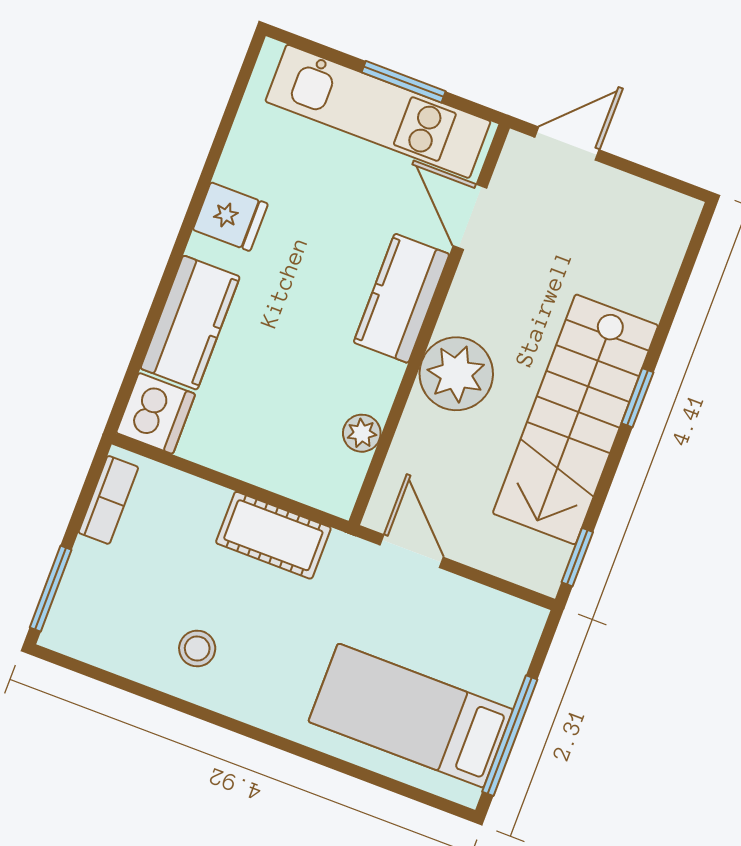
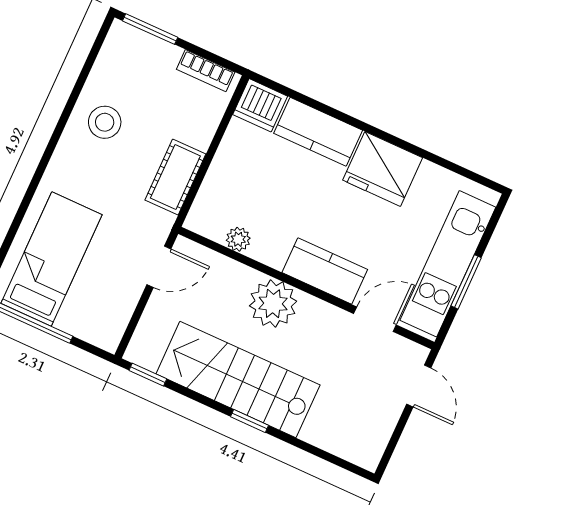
fridge: (230, 217) -> (383, 169), width x1.88, depth x1.34
stool: (197, 649) -> (105, 122), width x1.37, depth x1.37

